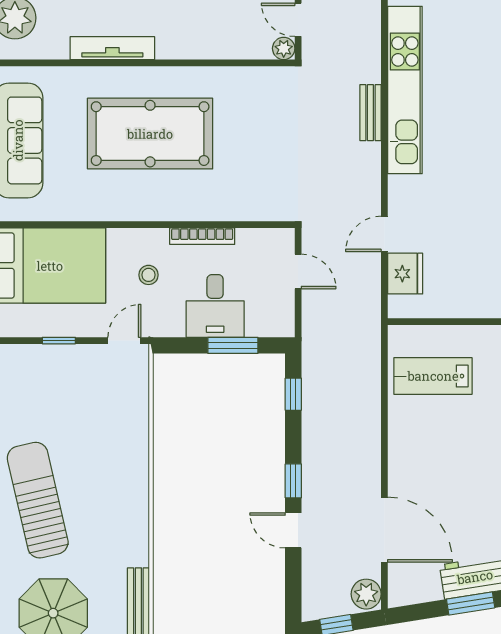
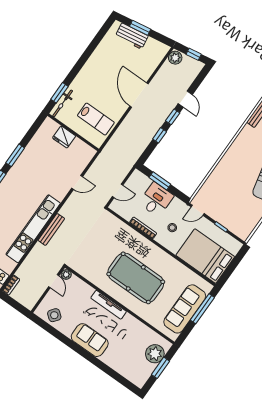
tv unit: (112, 48) -> (109, 305), moved
bench: (370, 113) -> (51, 229), width x1.36
door: (298, 271) -> (118, 191), swing flipped
fridge: (405, 274) -> (64, 137), moved, turned -90
window: (293, 394) -> (160, 135), moved
door: (384, 530) -> (139, 95), moved

